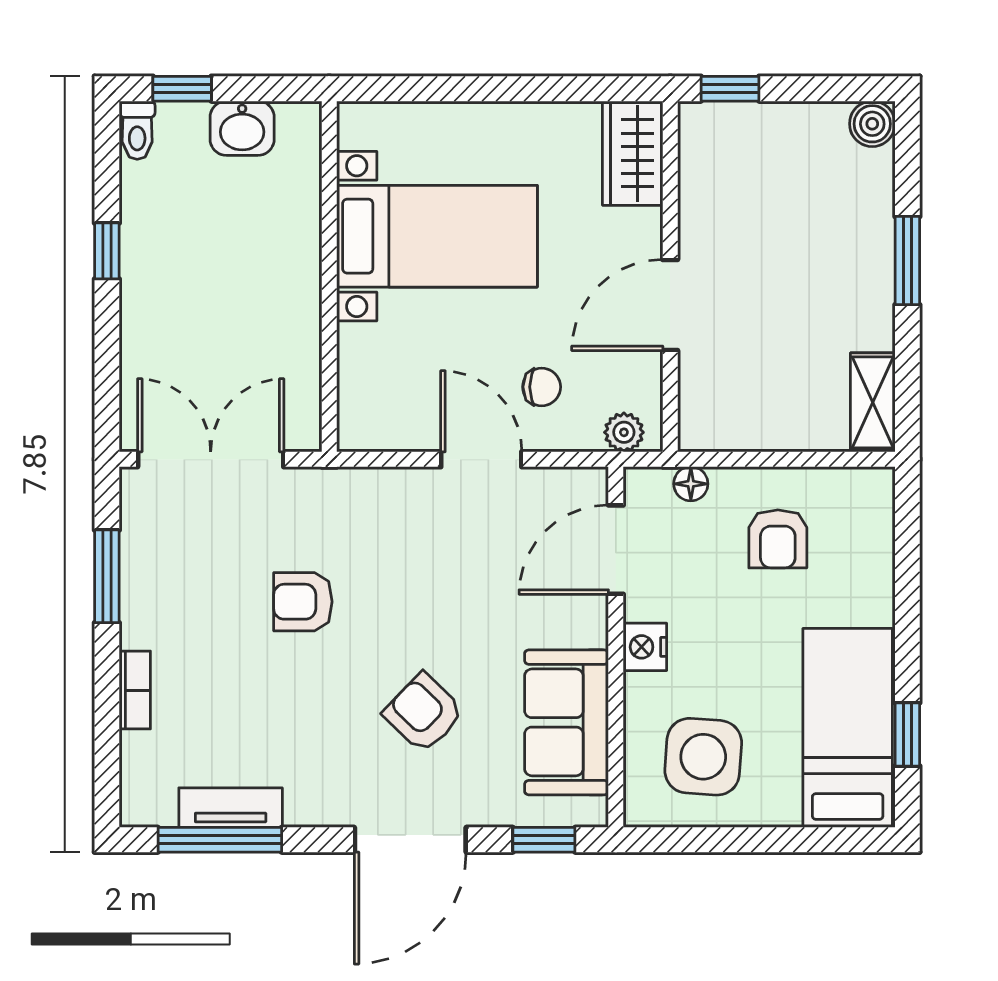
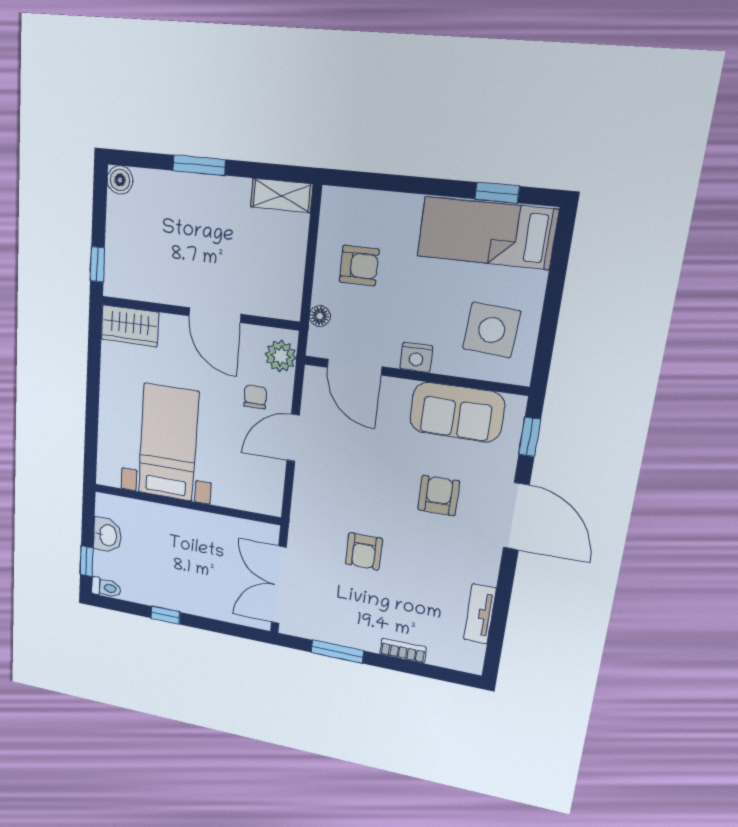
plant: (624, 432) -> (281, 356), width x1.38, depth x1.38
armchair: (424, 713) -> (439, 495), turned 136
window: (220, 840) -> (498, 623), removed

